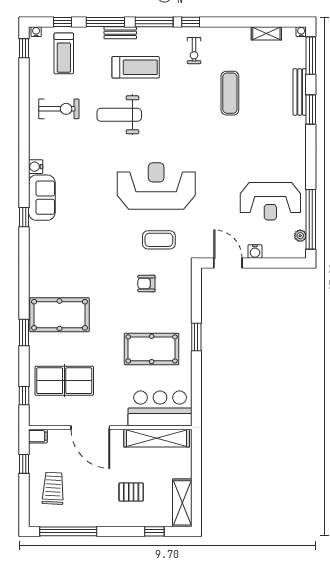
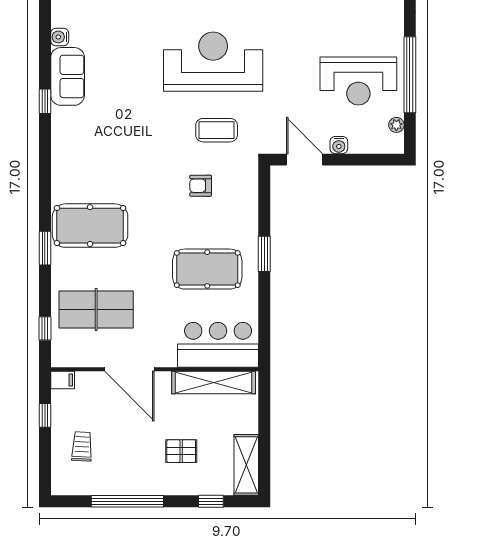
window: (311, 219) -> (410, 75), moved
trolley: (53, 488) -> (82, 446), width x0.73, depth x0.72
window: (68, 531) -> (127, 501), moved

